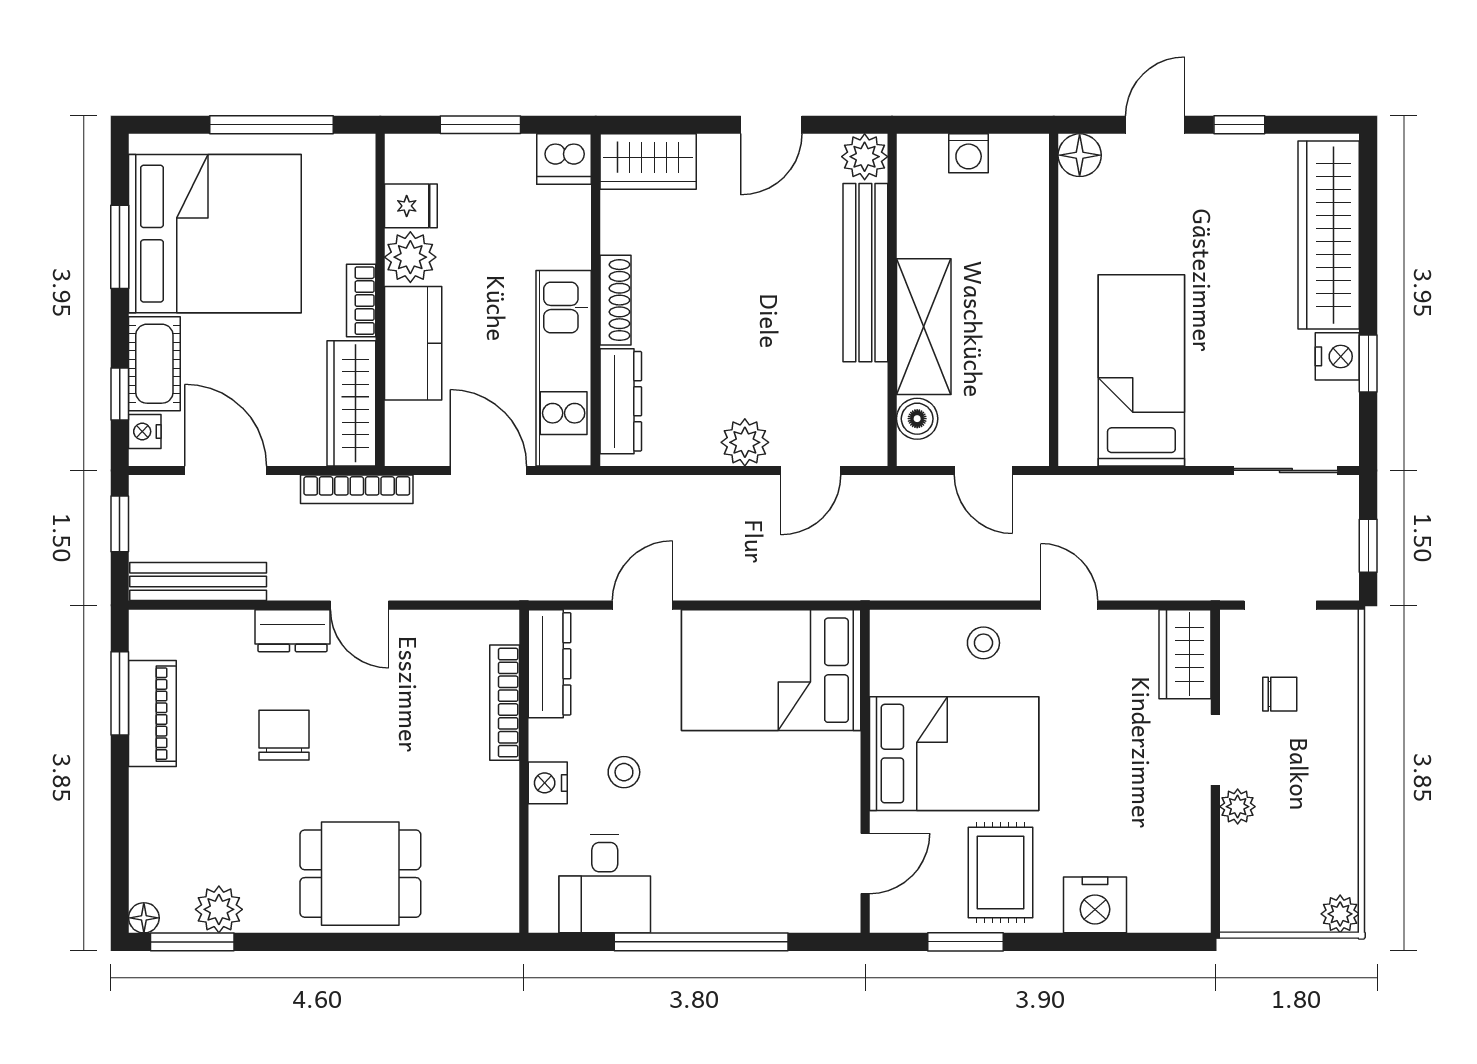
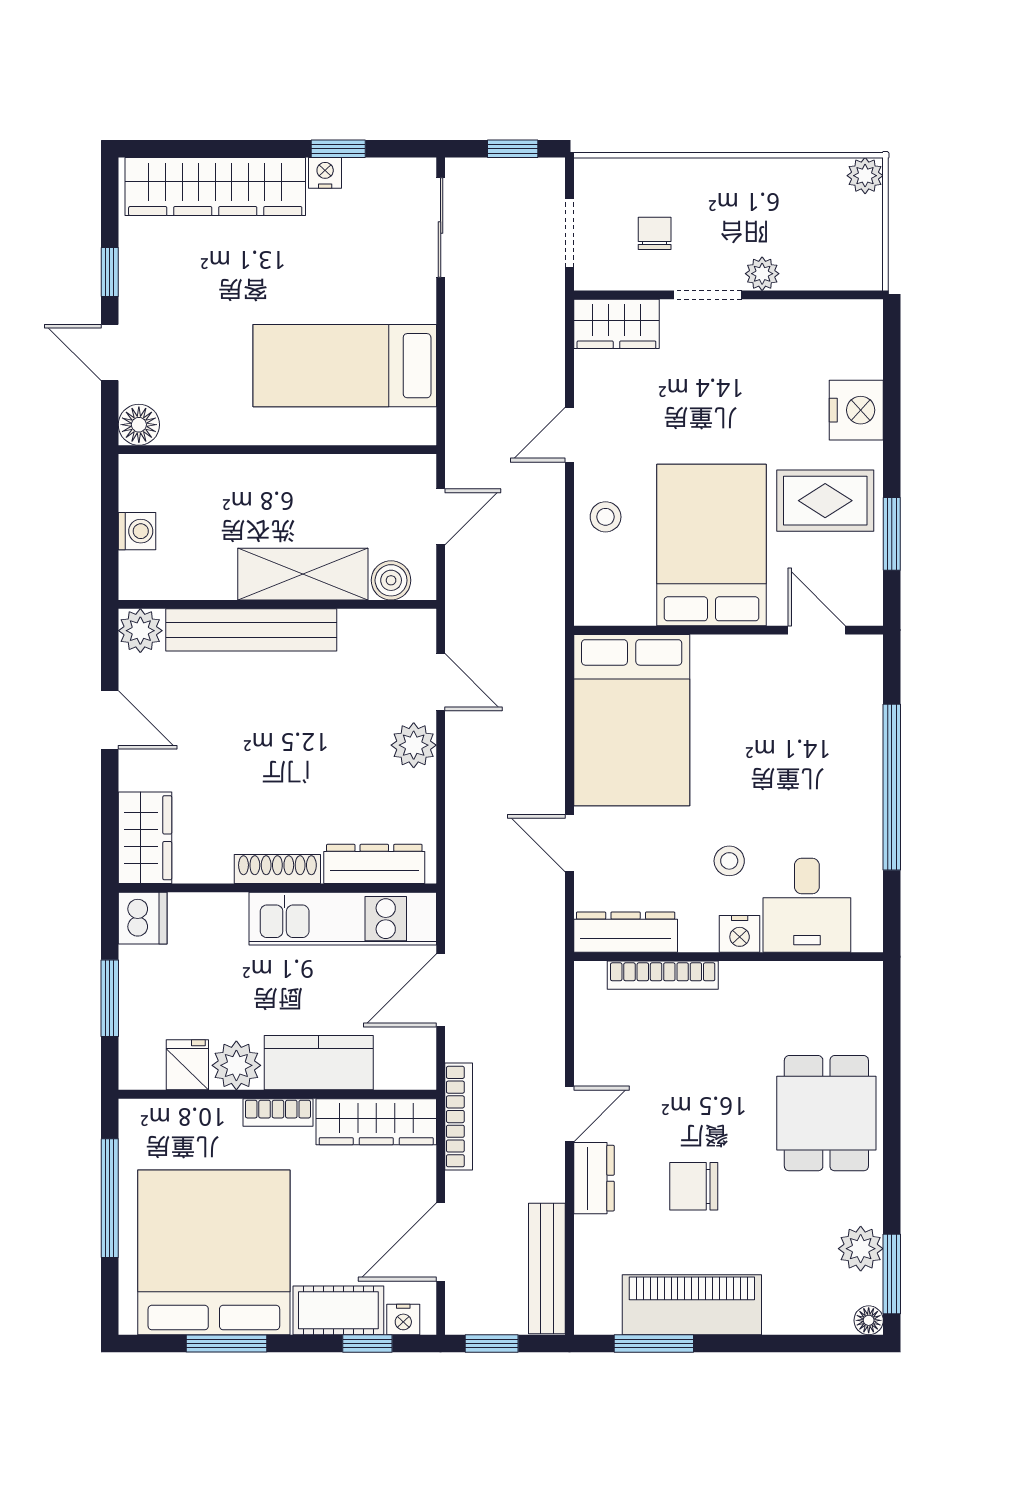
nightstand: (1337, 356) -> (325, 173), width x0.72, depth x0.74
piano: (152, 714) -> (692, 1305), width x1.37, depth x1.33
desk: (605, 884) -> (807, 905), moved, turned 90

